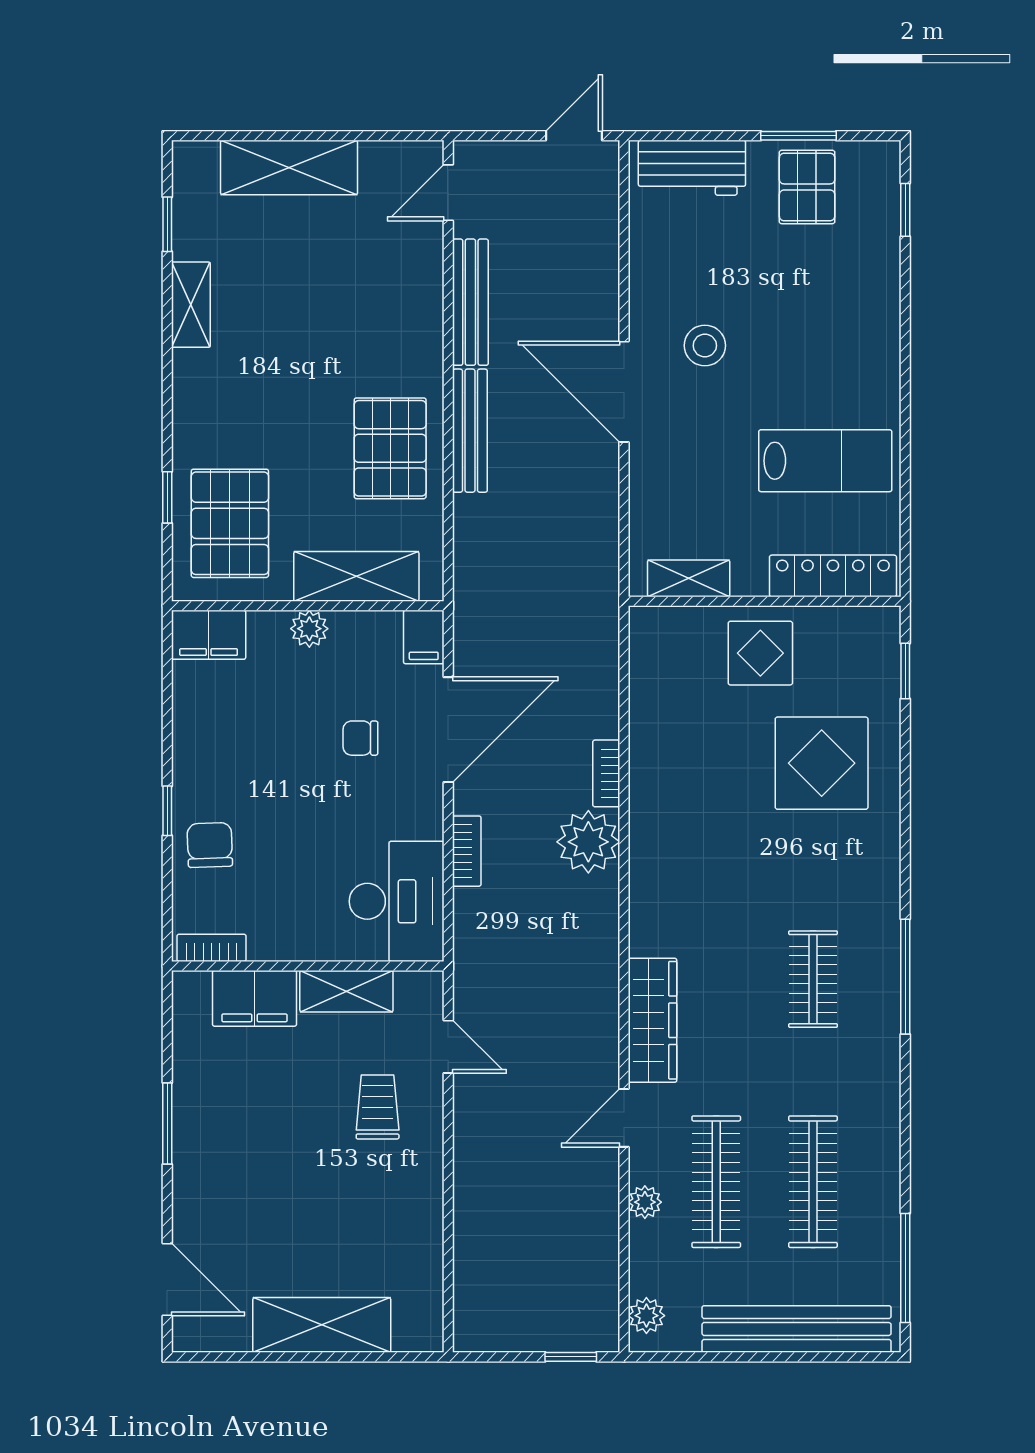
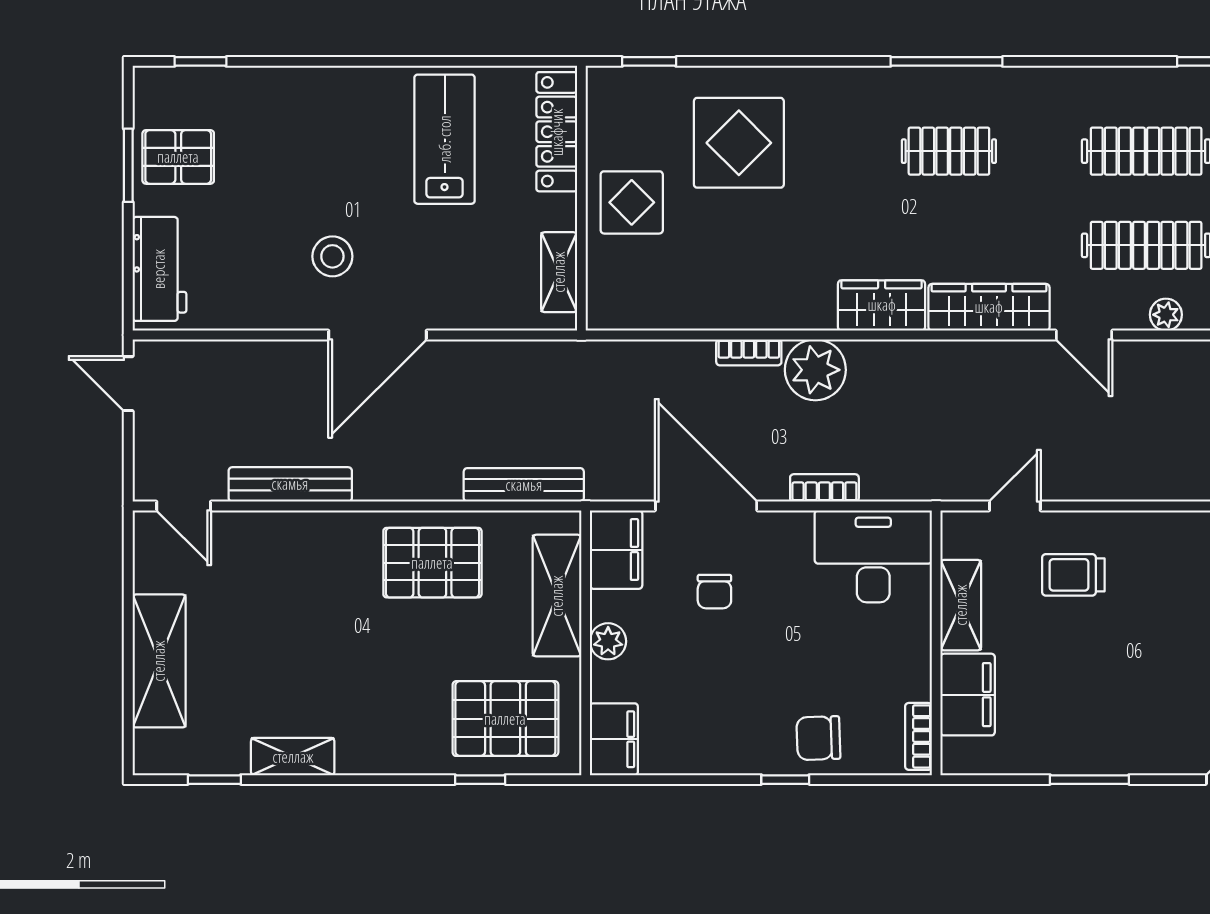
bench: (470, 431) -> (524, 485), moved
filing cabinet: (424, 637) -> (616, 550), width x2.00
wardrobe: (654, 910) -> (882, 305), added

